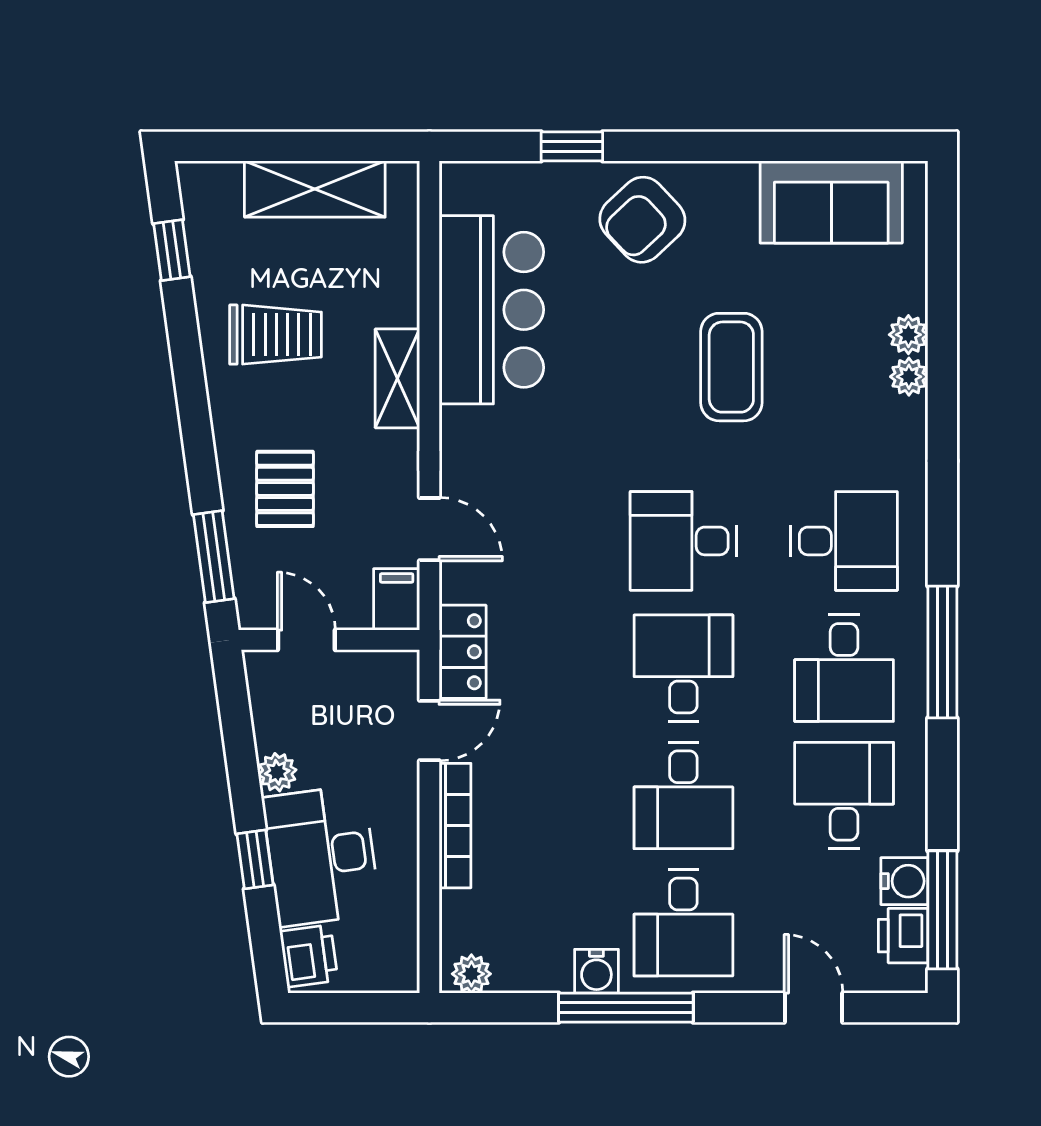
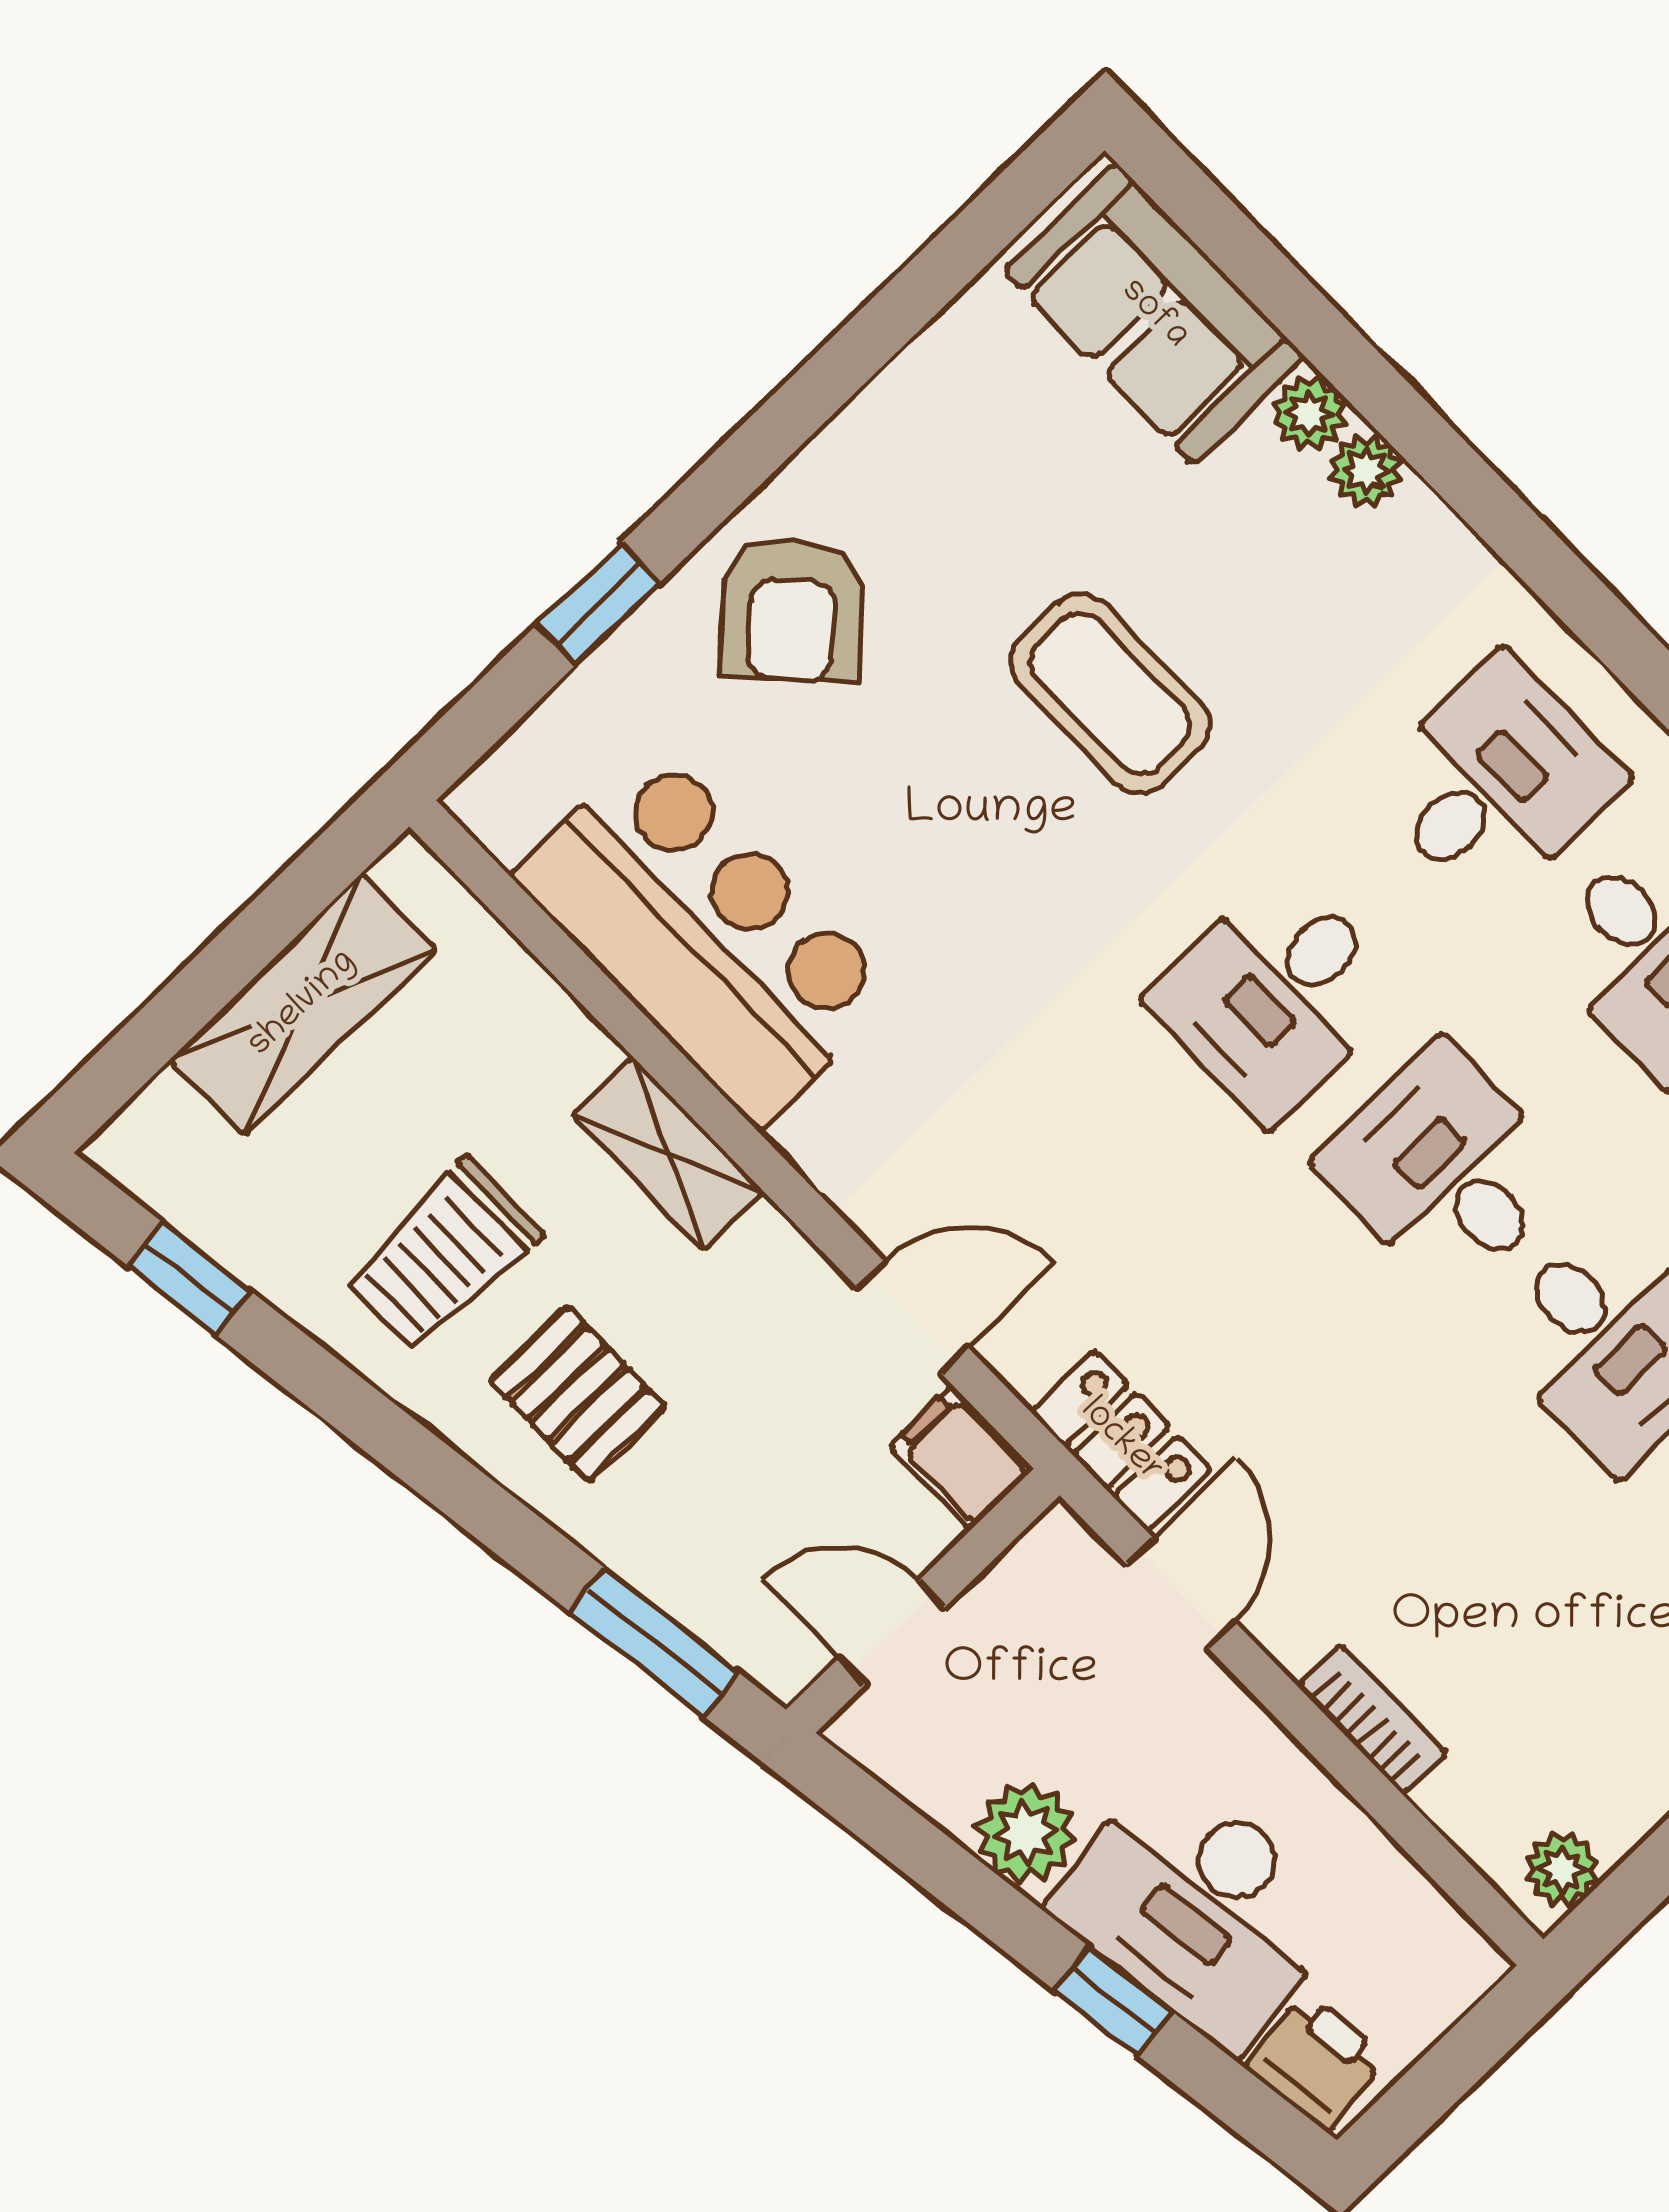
sofa: (831, 202) -> (1154, 314), moved, turned 90
trolley: (276, 335) -> (443, 1256), turned 180
pallet: (285, 489) -> (578, 1394), moved
plant: (277, 772) -> (1026, 1833), width x1.38, depth x1.38
bookcase: (455, 826) -> (1372, 1720), width x0.64

